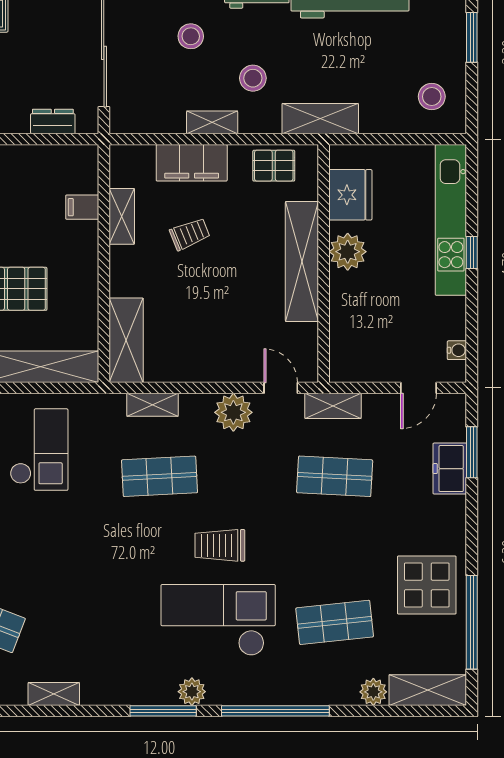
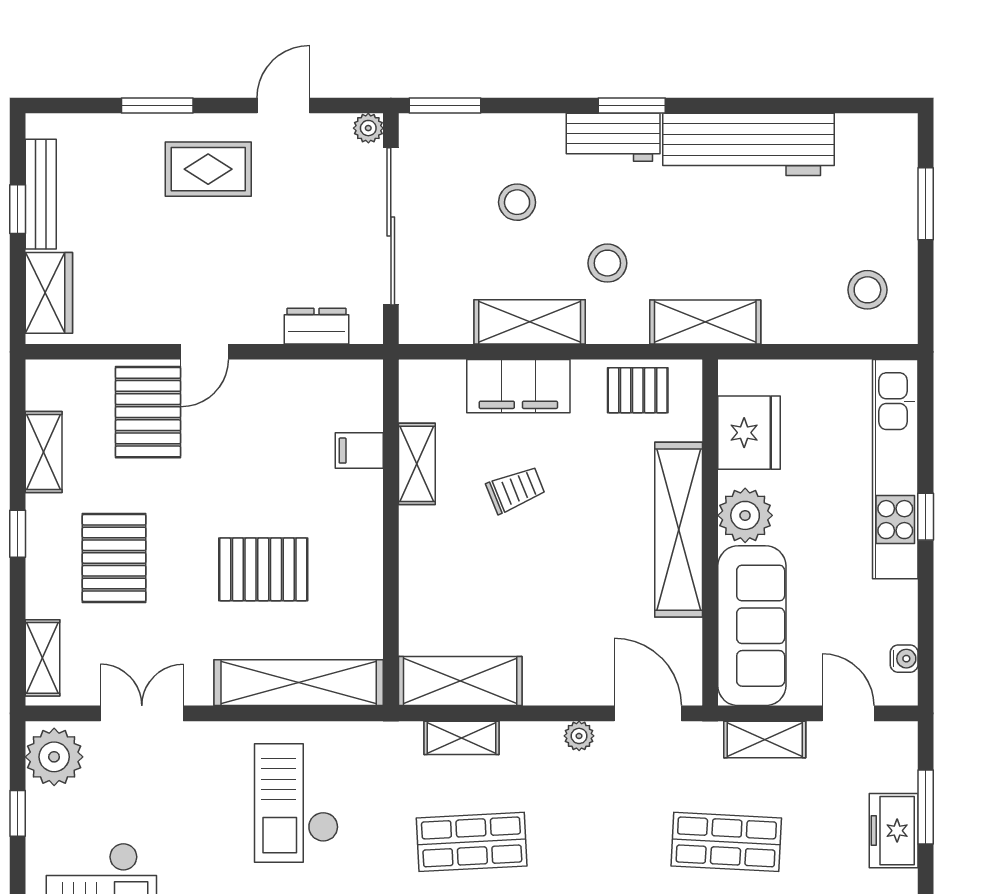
shelving: (212, 122) -> (530, 322), width x1.50, depth x1.33
sofa: (352, 328) -> (752, 626), added
shelving: (126, 340) -> (460, 681), moved, turned 90
door: (281, 388) -> (648, 713), width x1.38
door: (418, 388) -> (848, 713), swing flipped
shelving: (333, 406) -> (765, 740), moved
plant: (233, 412) -> (579, 736), width x0.53, depth x0.53
checkout: (39, 450) -> (296, 803), turned 180

